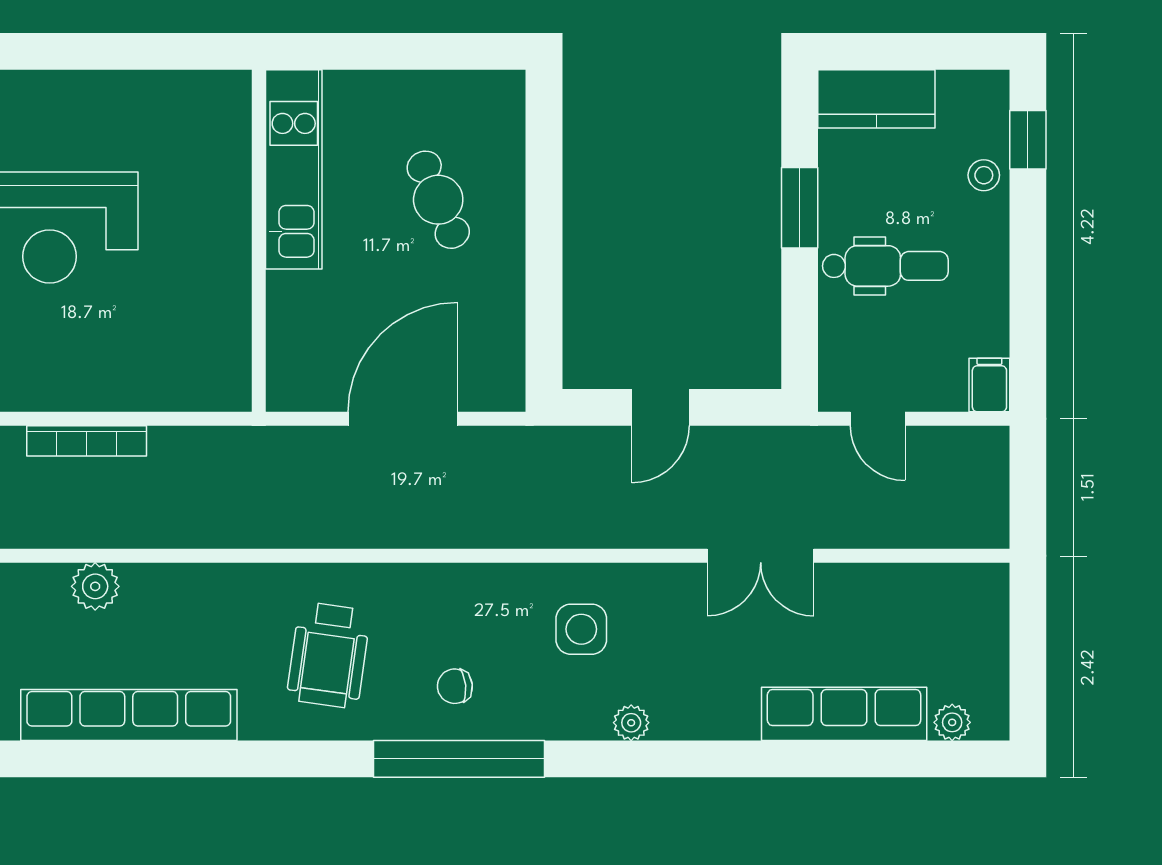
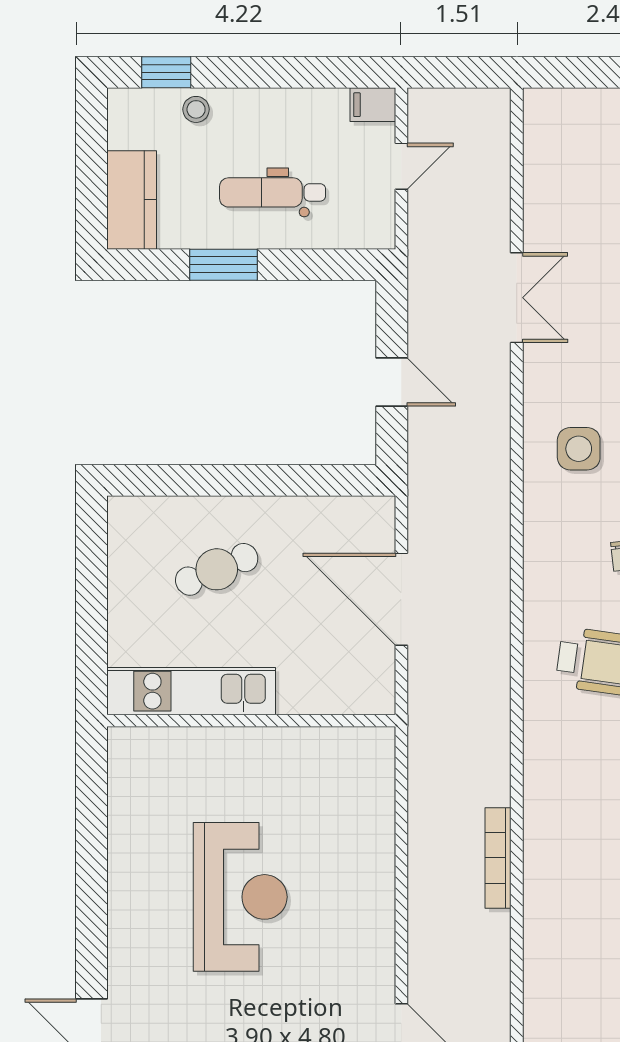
dental chair: (885, 266) -> (272, 192), turned -90
door: (878, 419) -> (401, 166), moved
bookcase: (87, 441) -> (498, 858), moved, turned 180
plant: (95, 586) -> (543, 858), removed

